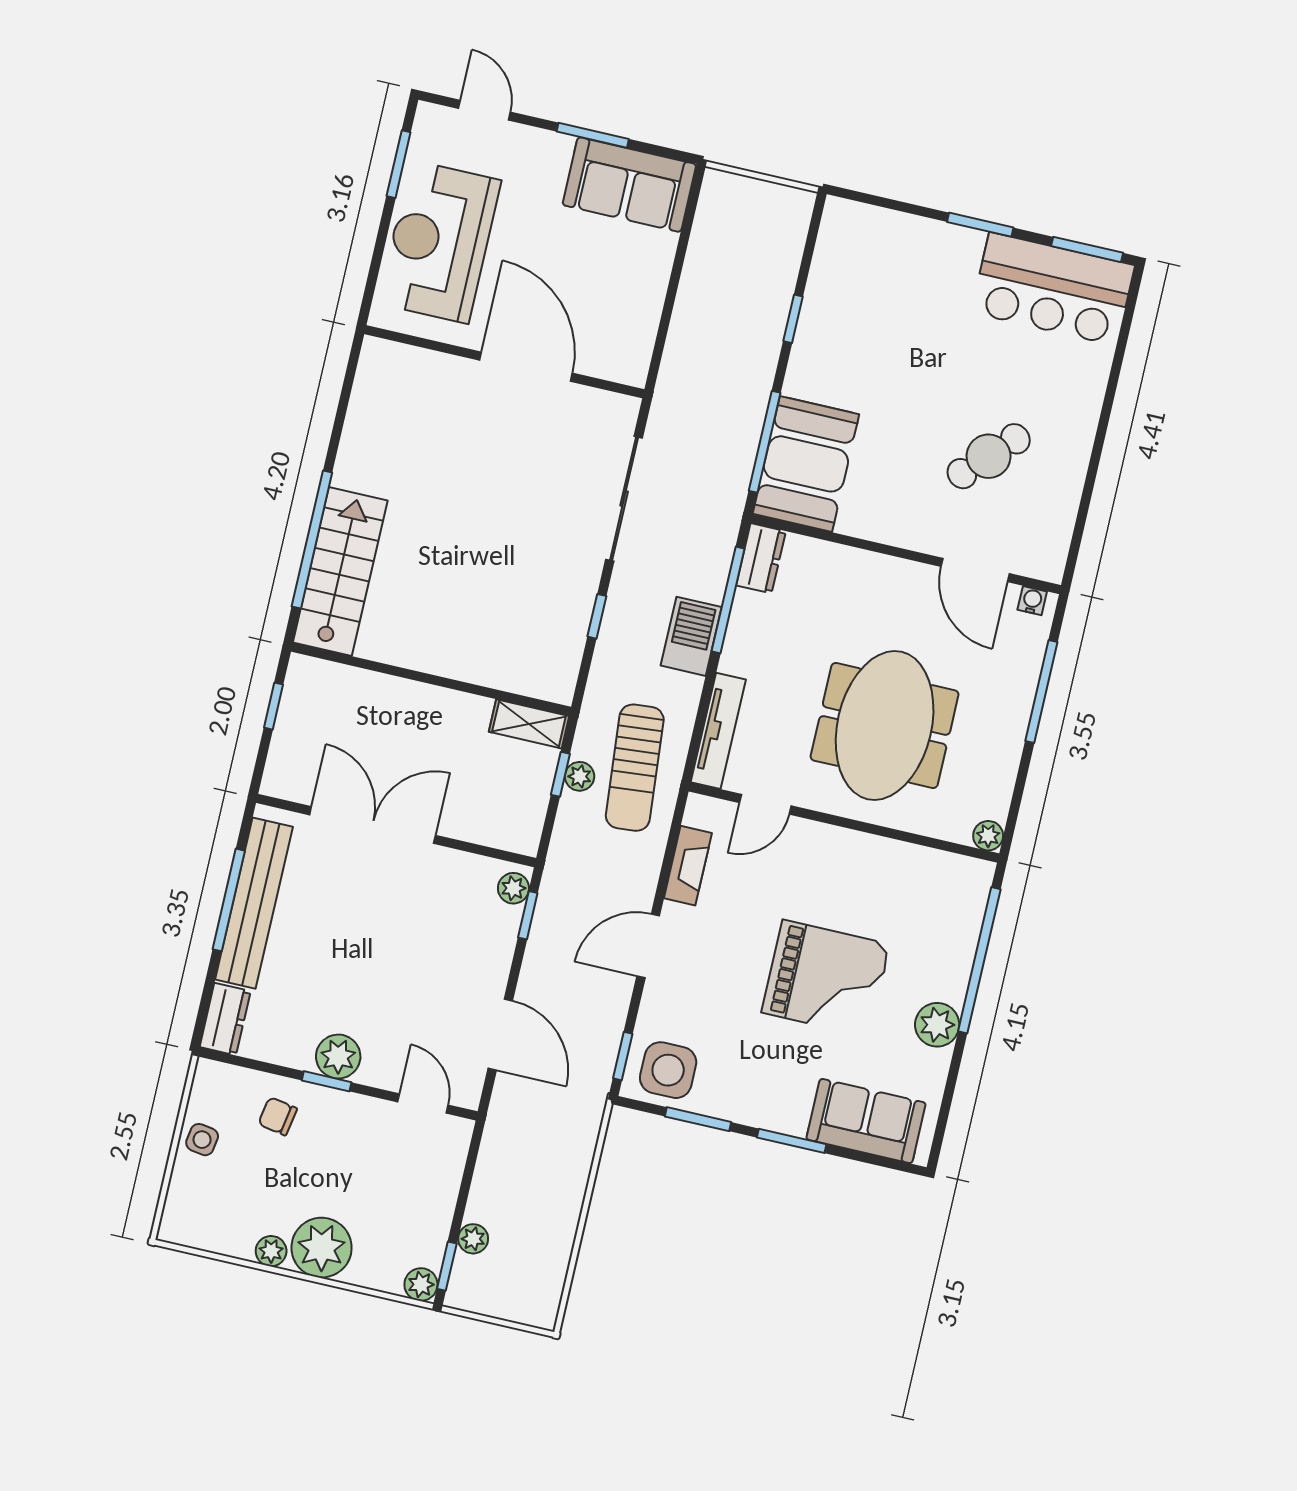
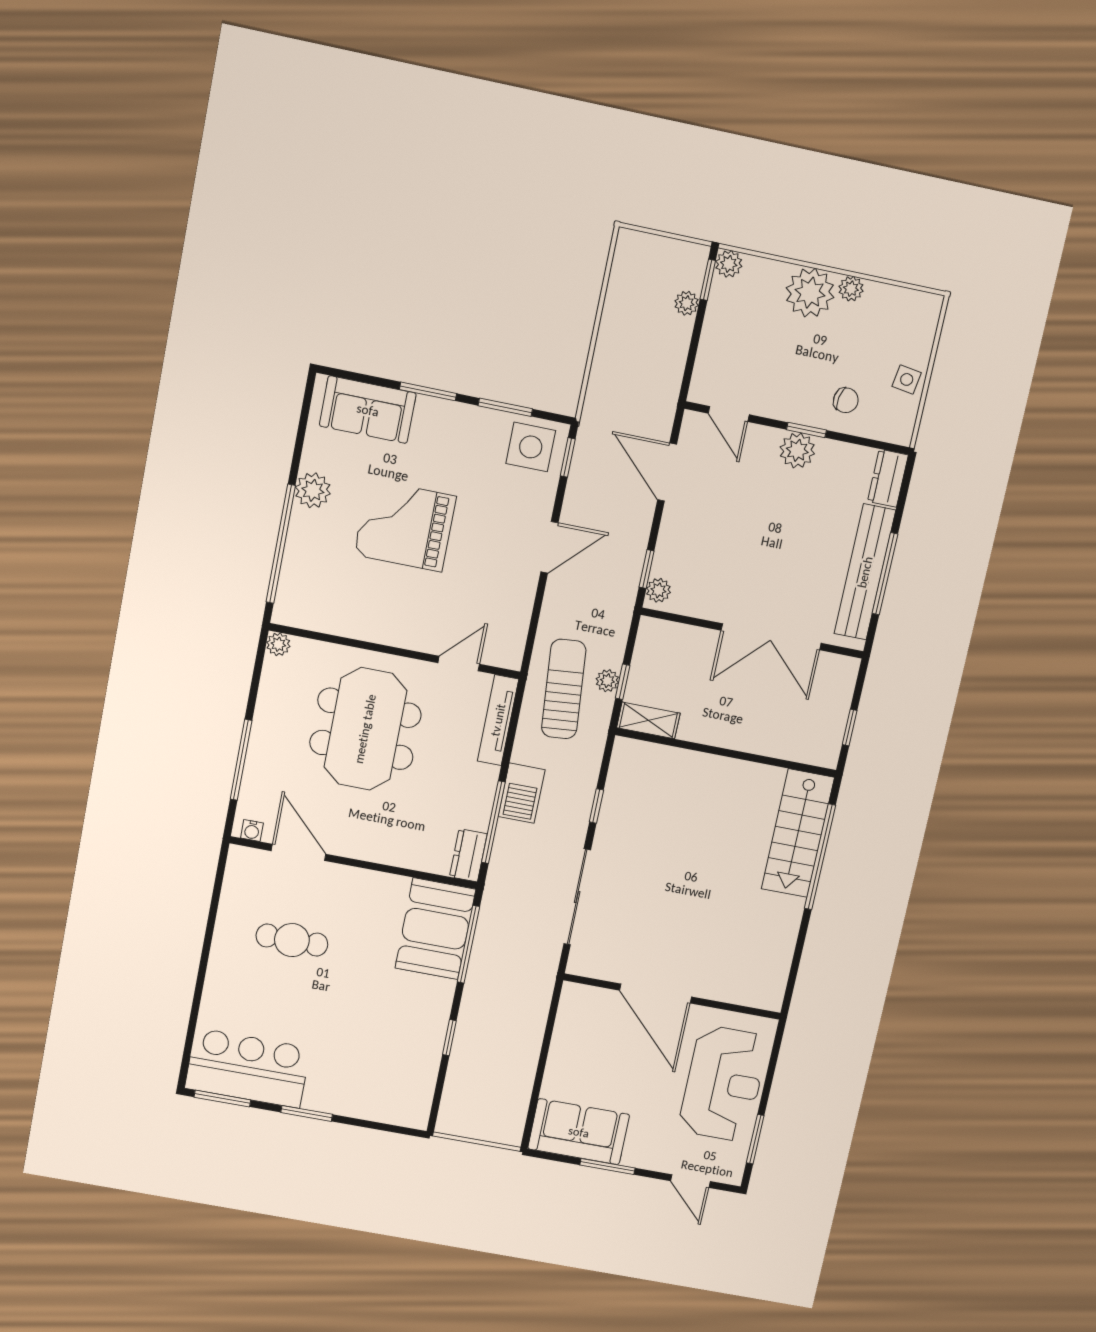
cafe table: (989, 456) -> (292, 940), turned 46
fireplace: (688, 866) -> (519, 613), removed

